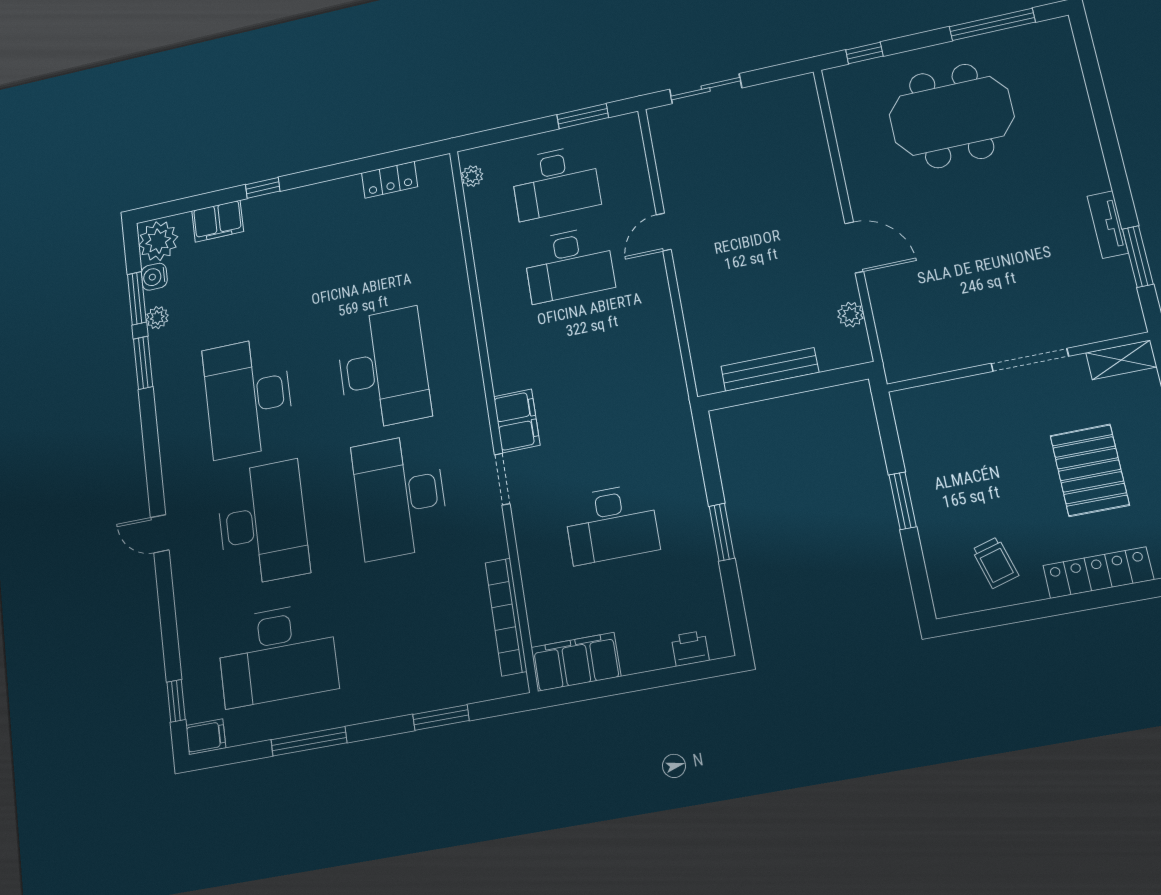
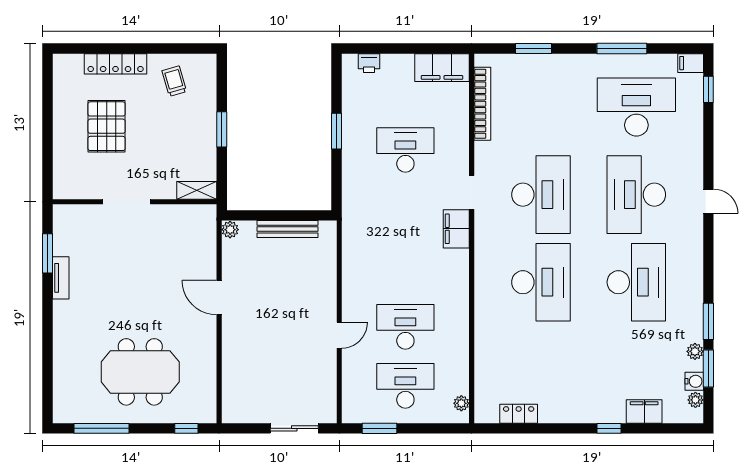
plant: (158, 241) -> (695, 400), width x0.53, depth x0.53
plant: (851, 315) -> (230, 230), moved
shelving: (1121, 360) -> (197, 190), moved
desk: (383, 369) -> (541, 282), turned 180

